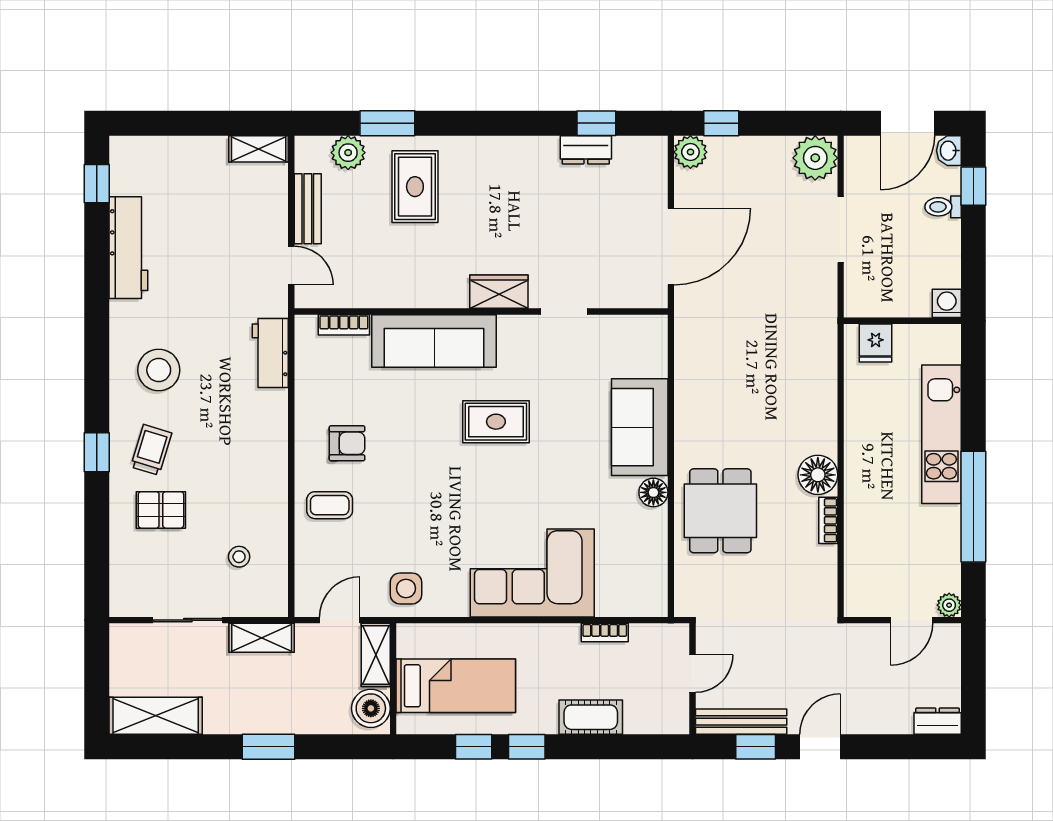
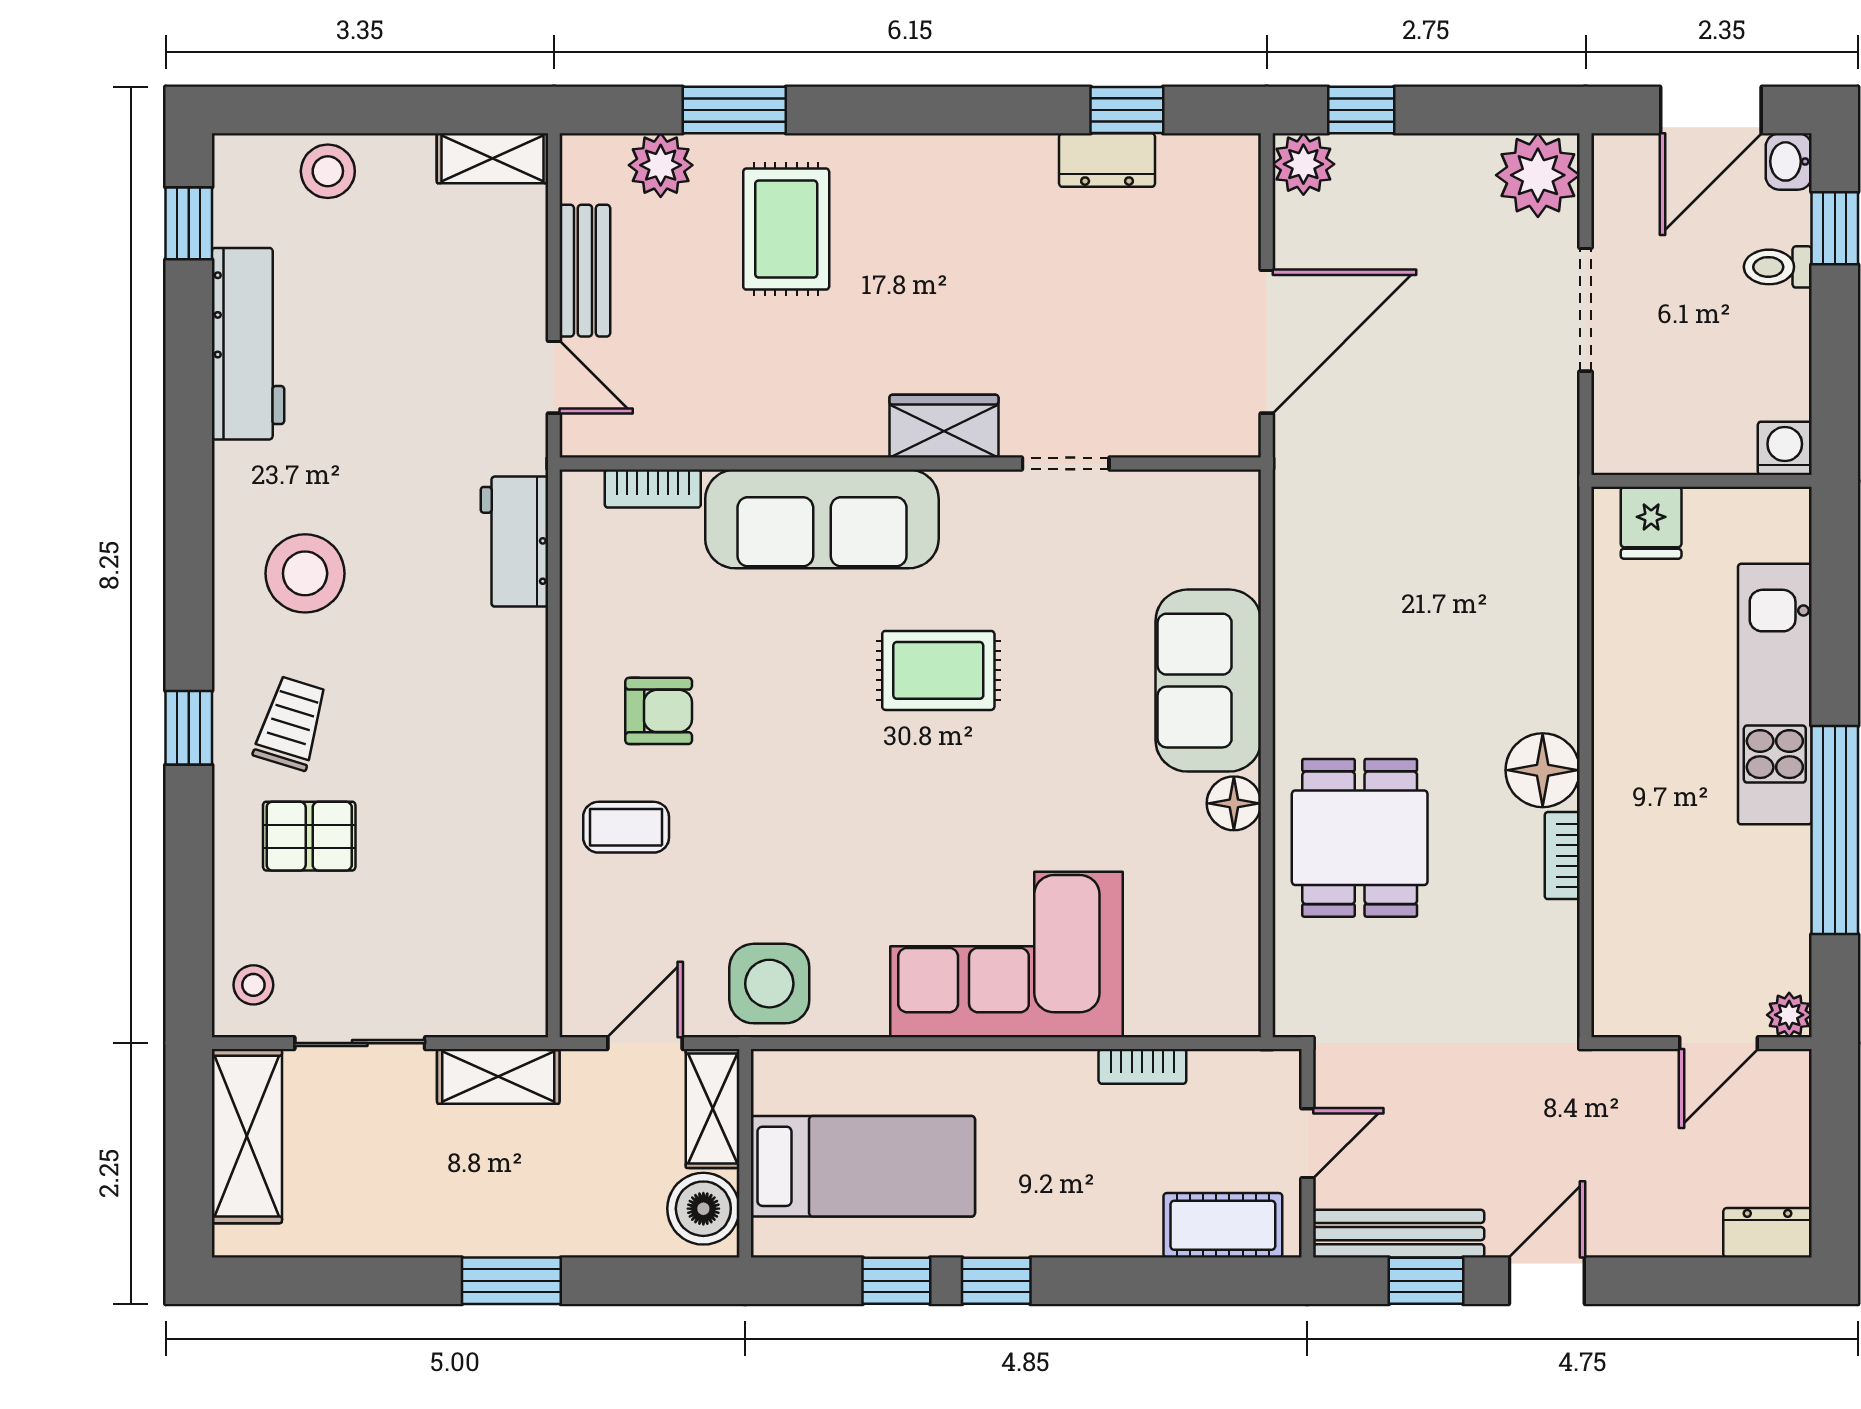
stool: (171, 156) -> (328, 171), added
stool: (239, 557) -> (253, 985), moved
side table: (406, 588) -> (769, 984), width x1.37, depth x1.37
shelving: (156, 716) -> (247, 1136), moved, turned 90
cot: (591, 717) -> (1223, 1225), moved

